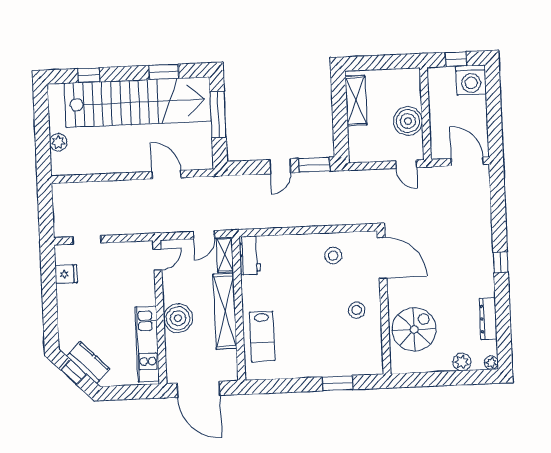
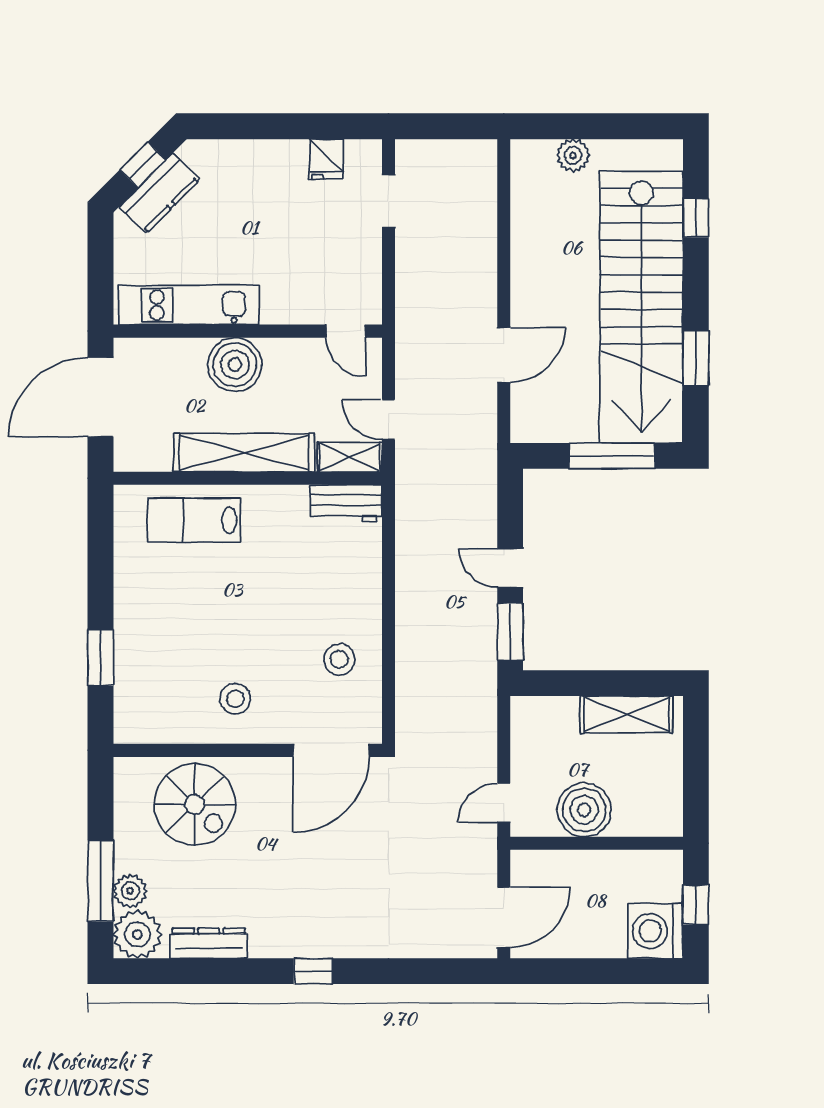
plant: (491, 363) -> (137, 934), width x1.88, depth x1.88
window: (457, 378) -> (101, 881), added

